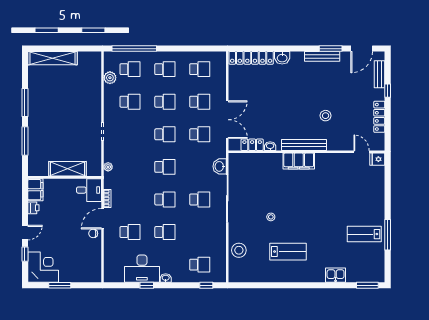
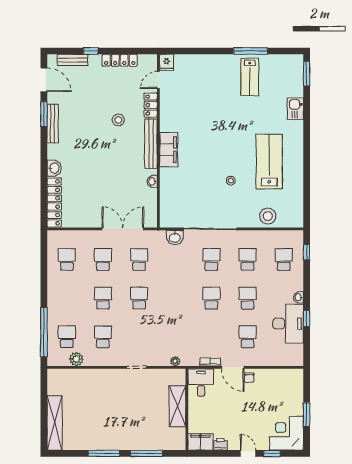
school desk: (165, 69) -> (67, 298), removed
locker: (252, 145) -> (151, 105), moved
school desk: (165, 167) -> (248, 259), moved
lab bench: (288, 252) -> (269, 162), width x1.36, depth x1.39

